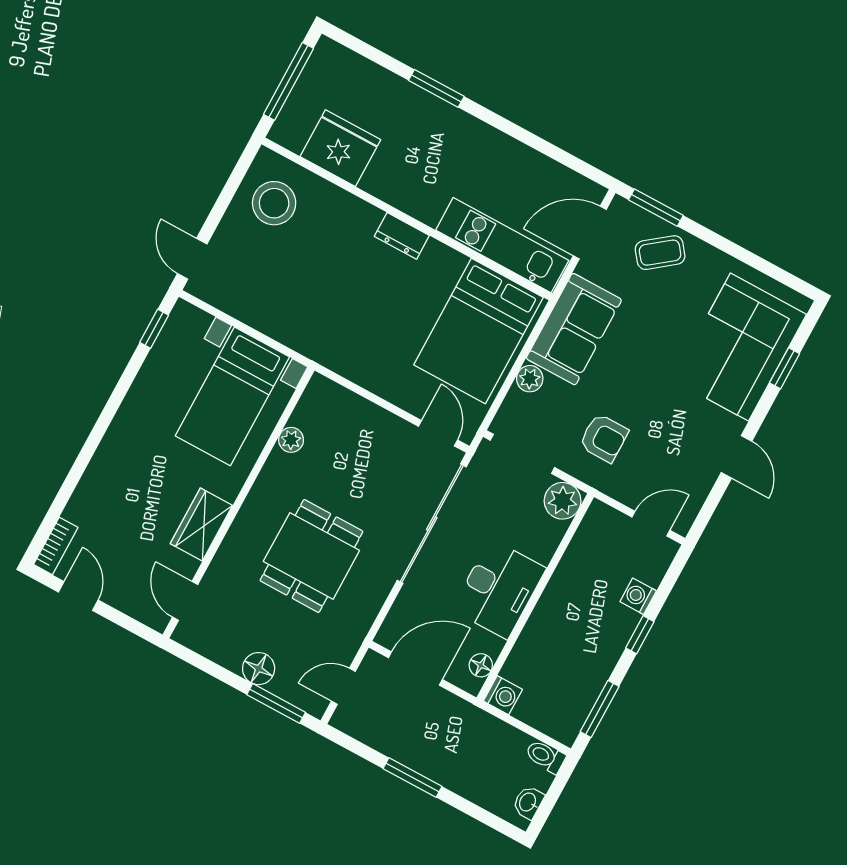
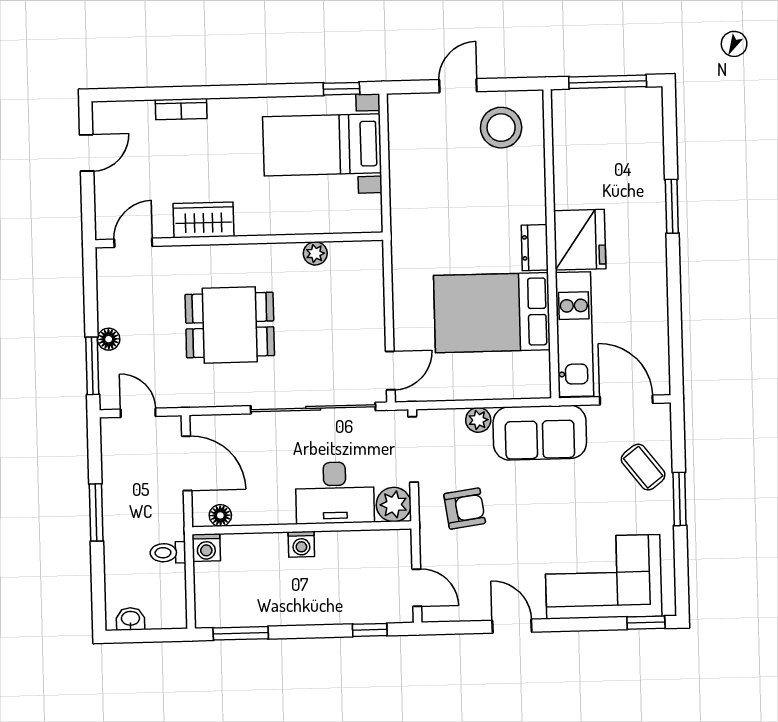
fridge: (340, 148) -> (580, 240), moved
window: (656, 208) -> (679, 499), moved
door: (192, 259) -> (458, 86), moved
bed: (478, 331) -> (492, 313), moved
window: (785, 368) -> (646, 623), moved
bed with nightstands: (232, 396) -> (322, 145), moved
armchair: (604, 438) -> (465, 509), turned -98
door: (736, 457) -> (512, 626), swing flipped
bookcase: (56, 546) -> (181, 109), moved
desk: (499, 589) -> (335, 493), moved
washing machine: (638, 596) -> (301, 544), moved, turned 180
window: (640, 635) -> (370, 630), moved
floor lamp: (259, 669) -> (109, 339), width x0.73, depth x0.73
toilet: (545, 756) -> (168, 553), moved, turned -90

